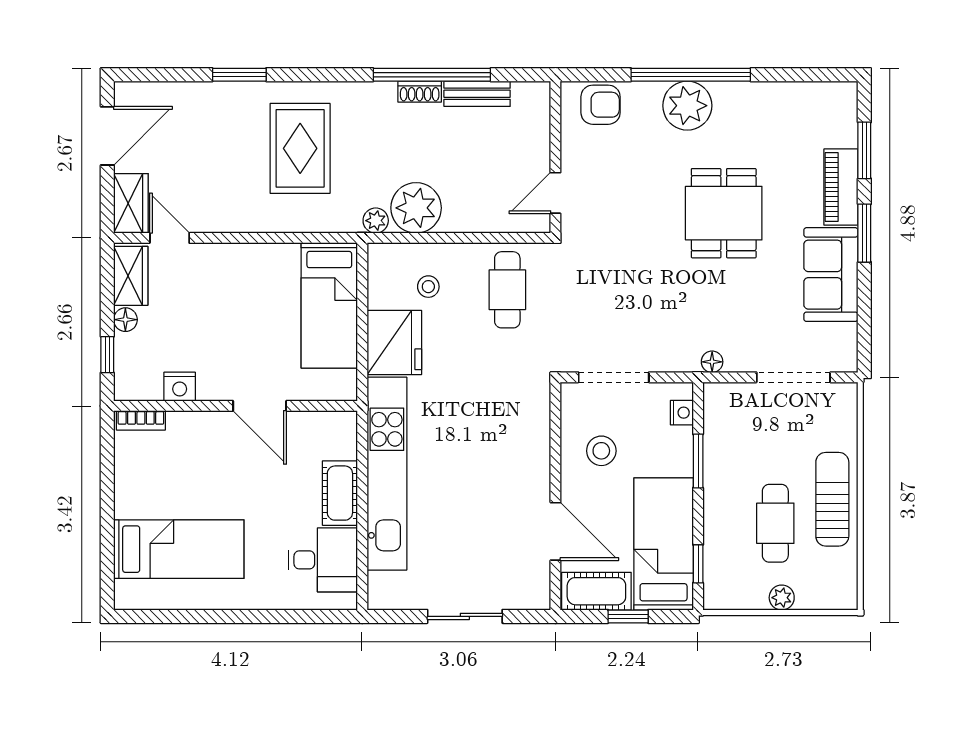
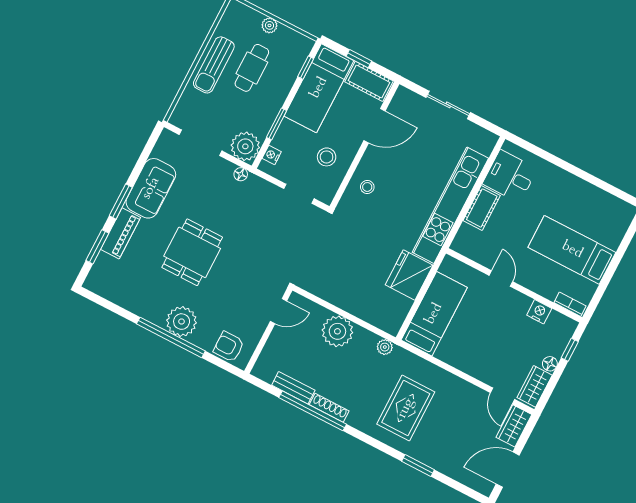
shoe rack: (420, 92) -> (329, 408), width x1.43
plant: (416, 208) -> (337, 331), moved
stool: (428, 287) -> (367, 187), moved
cafe table: (507, 290) -> (332, 272), removed
doorway: (614, 377) -> (299, 194), width x0.73
plant: (726, 405) -> (245, 146), added
door: (260, 406) -> (501, 279), width x0.73
door: (555, 531) -> (375, 126), swing flipped
bed: (179, 549) -> (572, 250), moved

